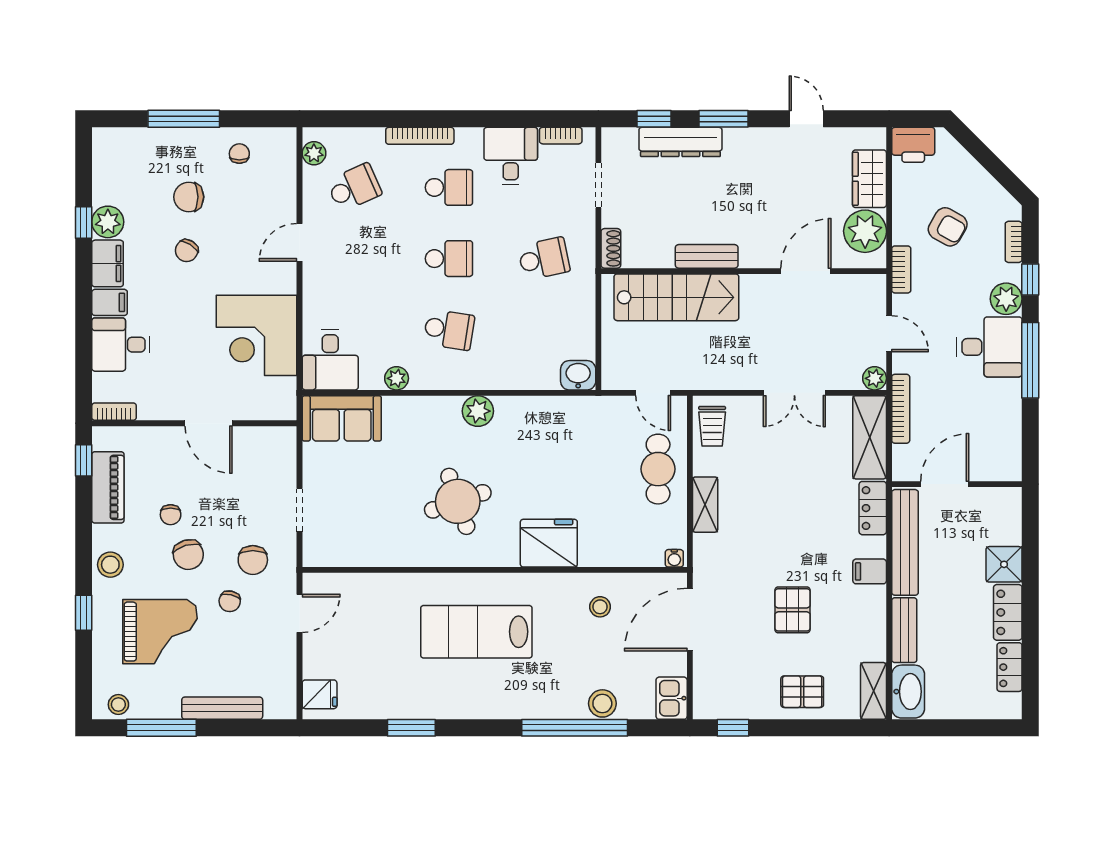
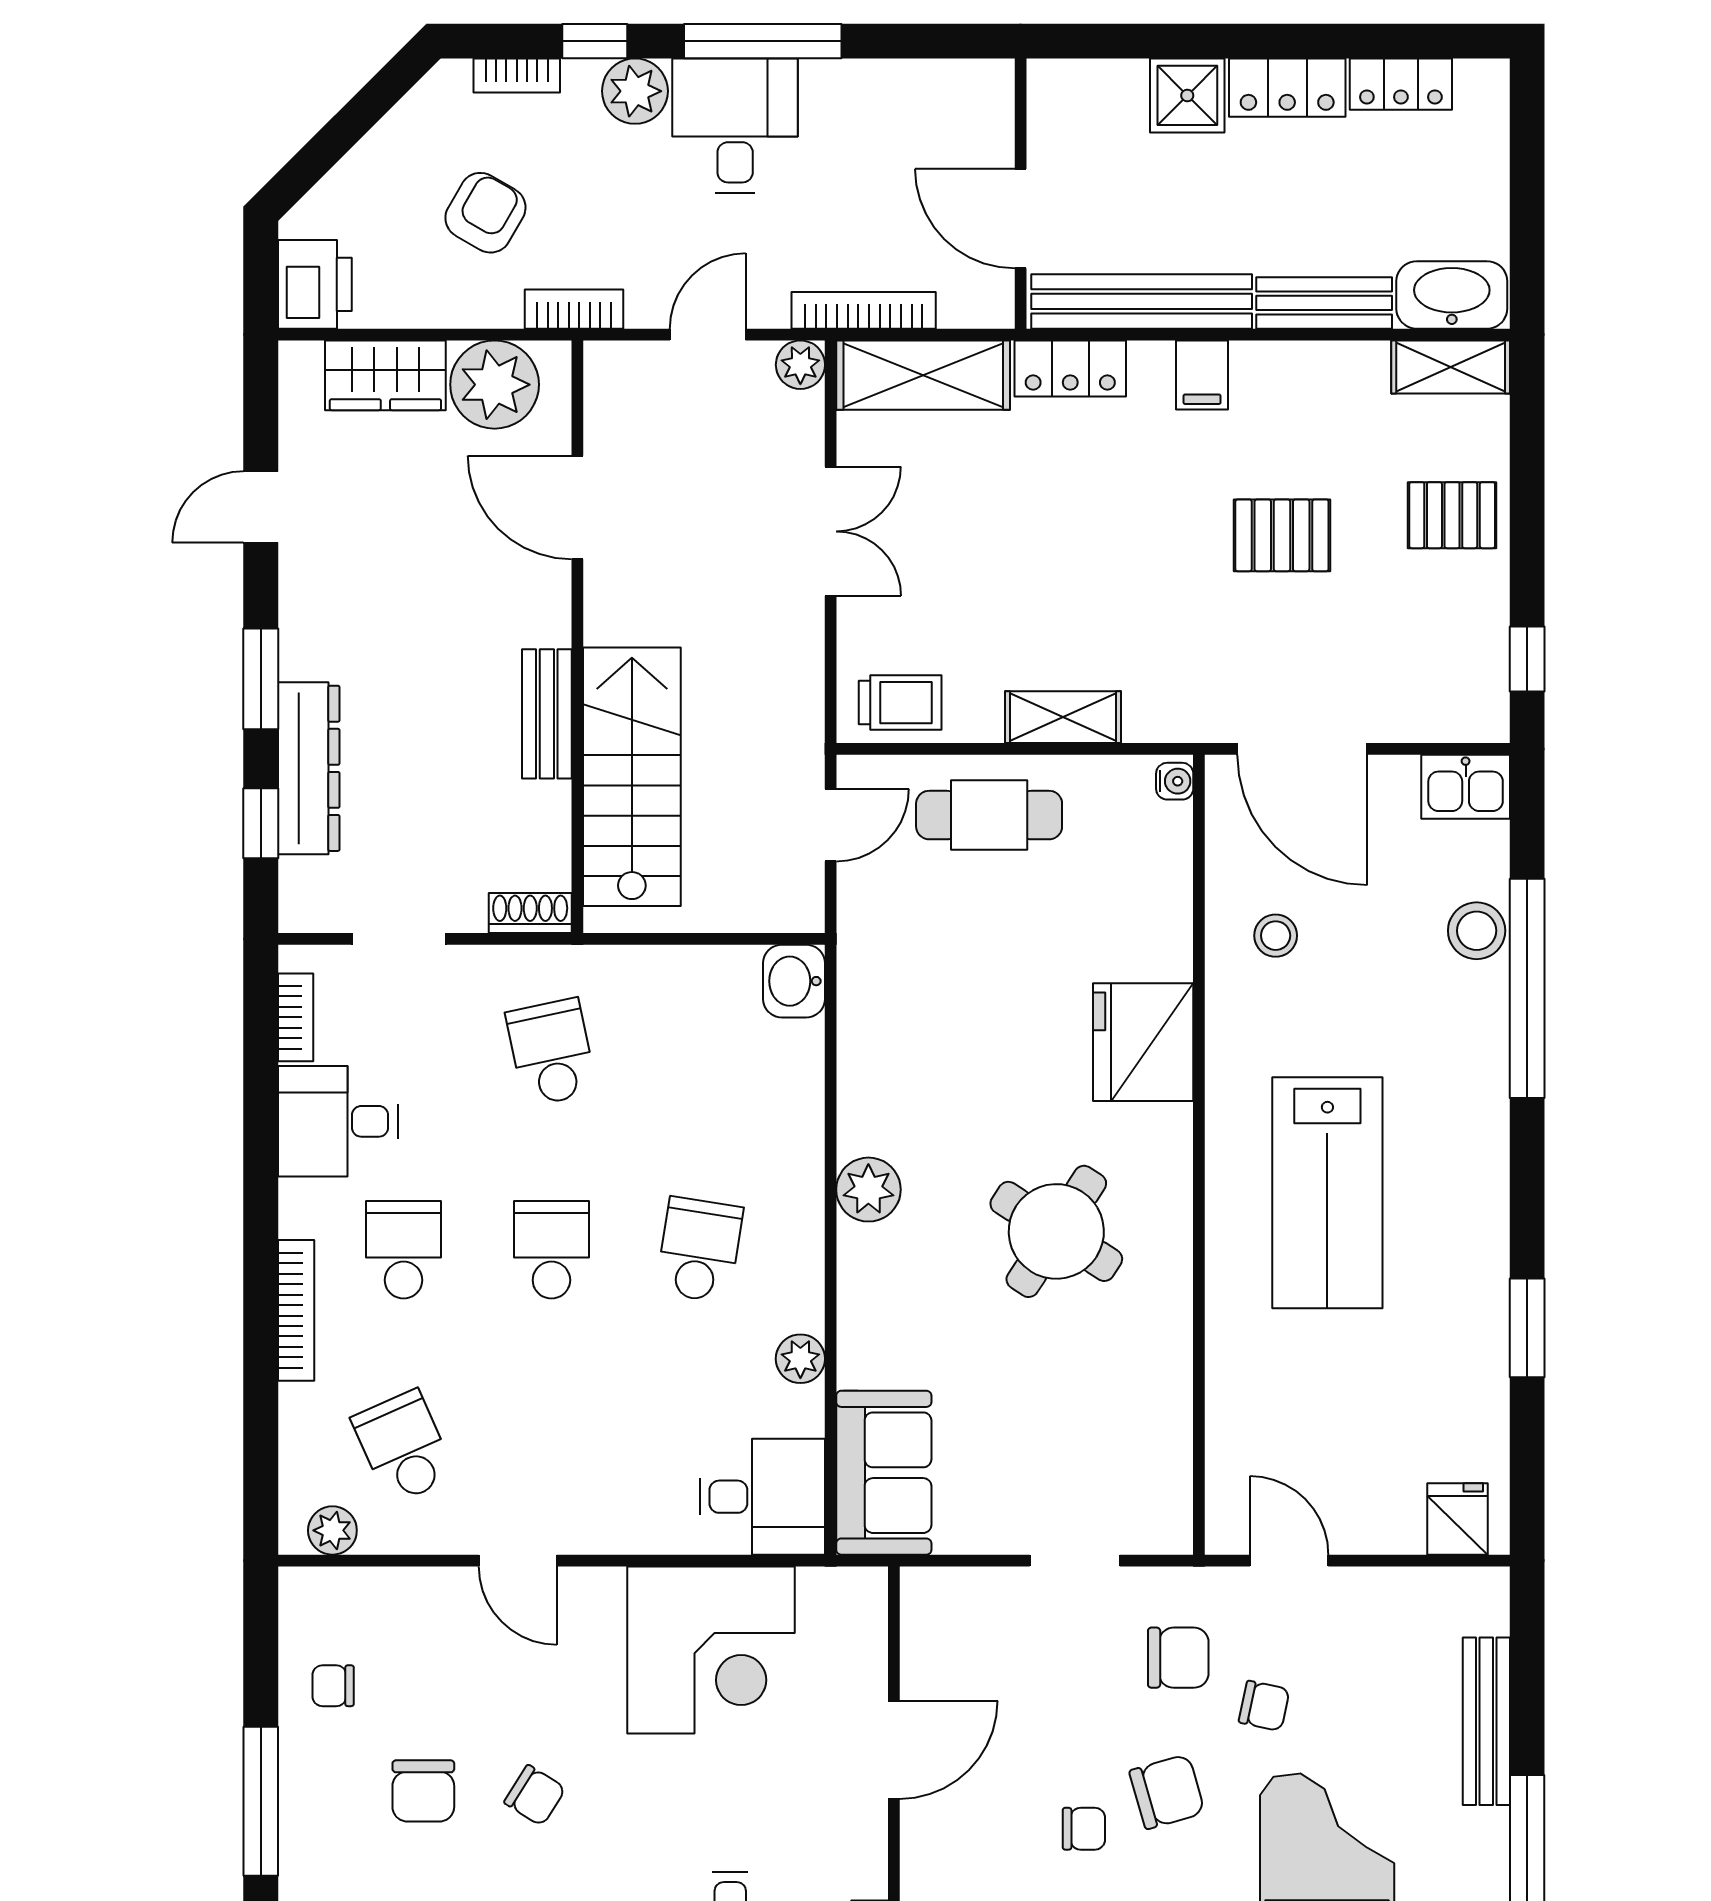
round table: (458, 501) -> (1056, 1231), turned -38
pallet: (802, 692) -> (1452, 515), turned 90

